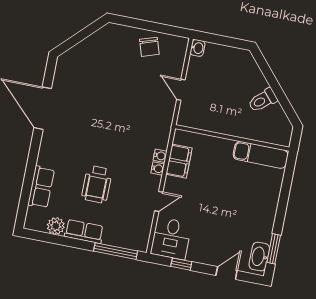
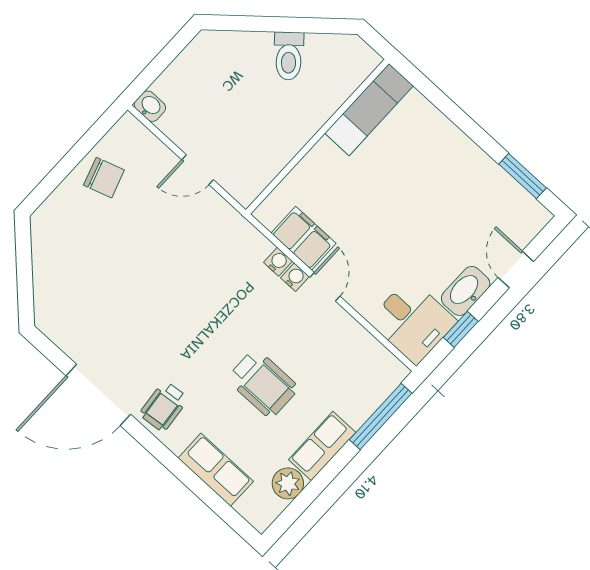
wheelchair: (56, 143) -> (164, 406), added
door: (159, 201) -> (325, 287), moved
washbasin: (259, 257) -> (466, 291), moved, turned 90

